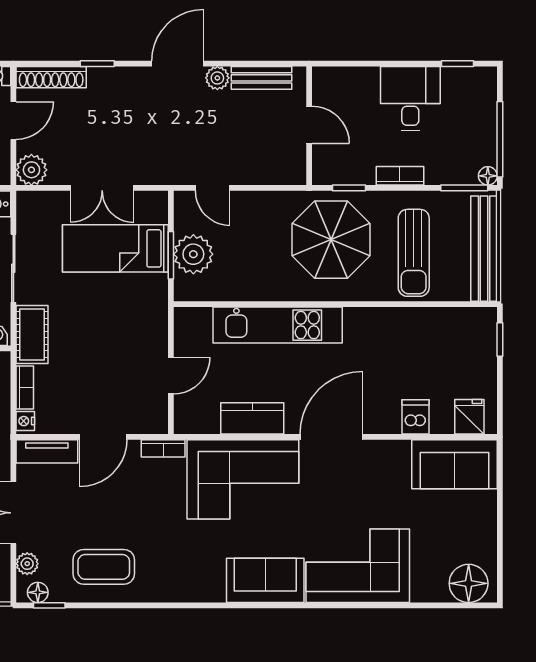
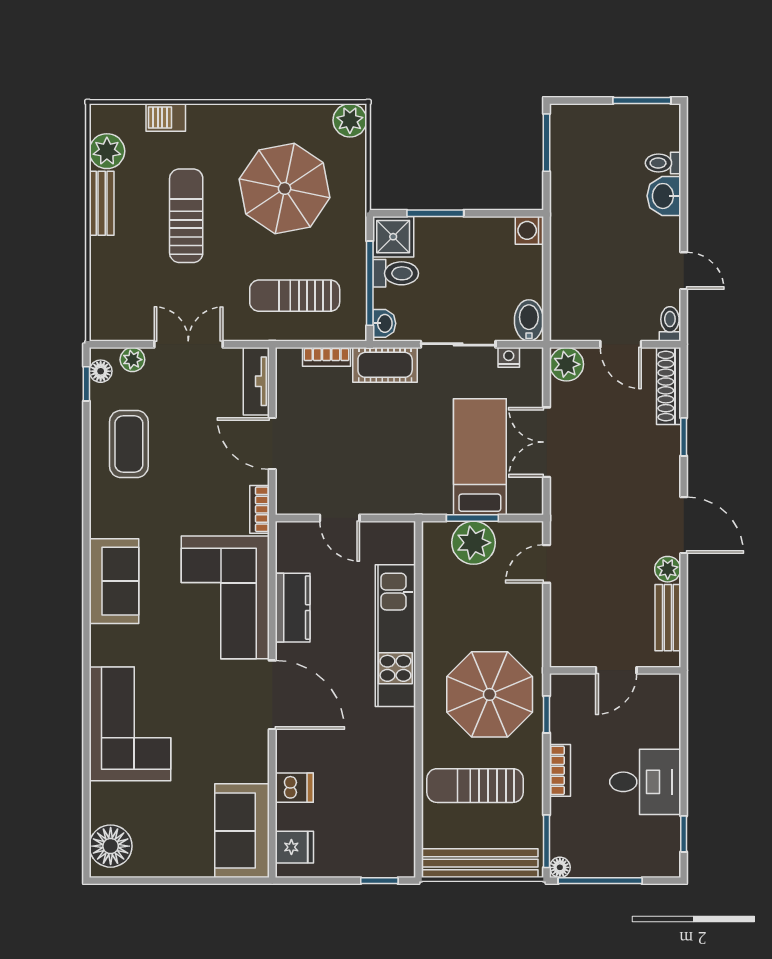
nightstand: (25, 421) -> (509, 357), moved
sofa: (265, 580) -> (114, 581), moved

